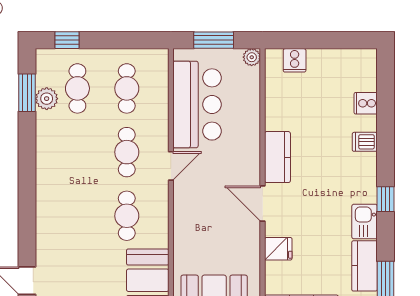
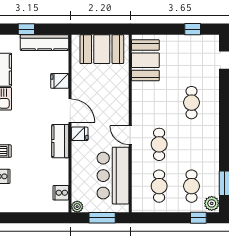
cooker: (295, 60) -> (61, 193), moved, turned -90
plant: (47, 99) -> (212, 203), moved
door: (171, 166) -> (130, 135), hinge flipped
fridge: (248, 168) -> (80, 134), added
cafe table: (127, 216) -> (191, 103), moved

